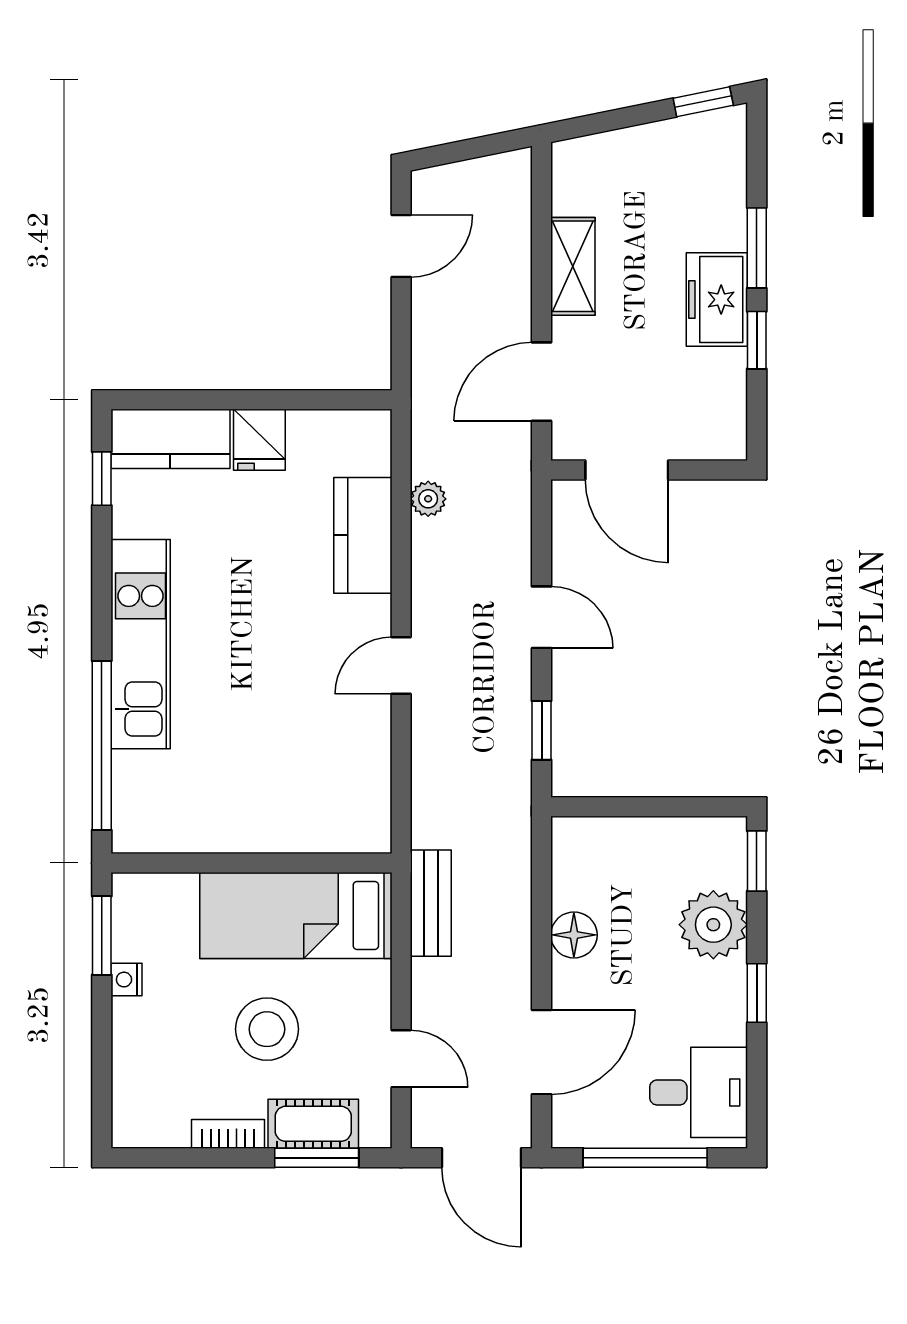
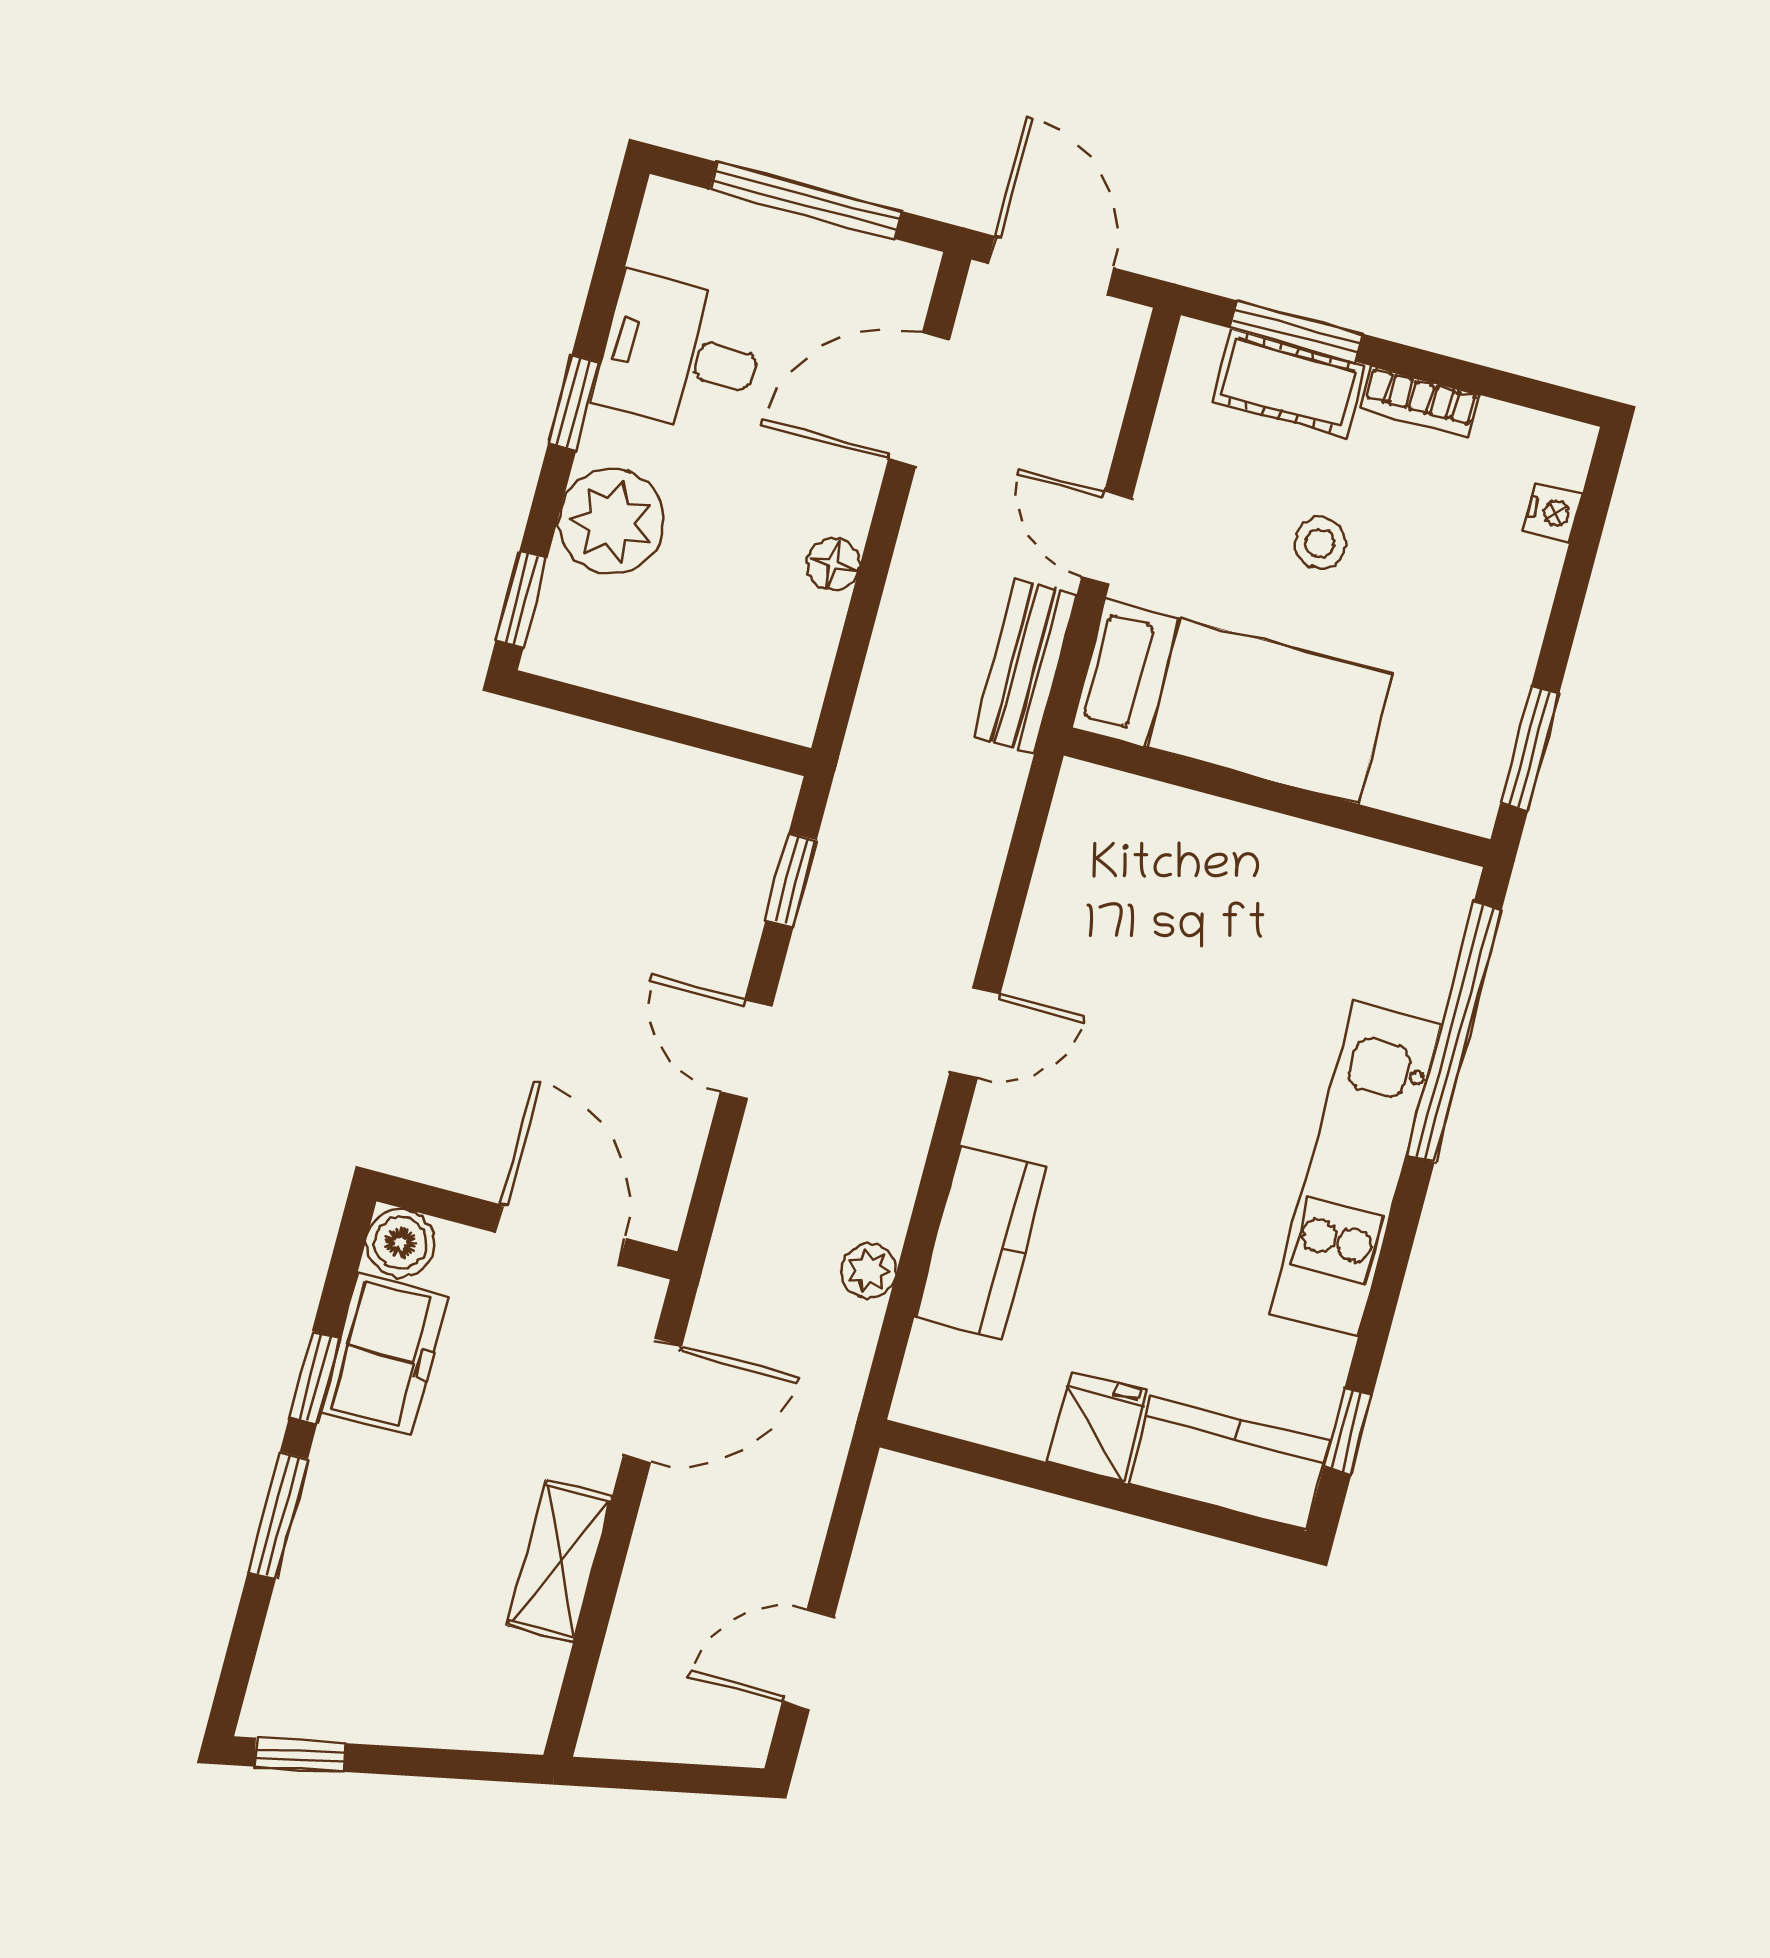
freezer: (717, 300) -> (384, 1355), moved
boiler: (725, 439) -> (400, 1243), added
floor lamp: (574, 935) -> (833, 564), width x0.73, depth x0.73
nightstand: (126, 980) -> (1553, 512), moved
stool: (267, 1029) -> (1320, 543), width x0.53, depth x0.53
door: (401, 1059) -> (1107, 537), moved
desk: (699, 1092) -> (680, 354), moved

